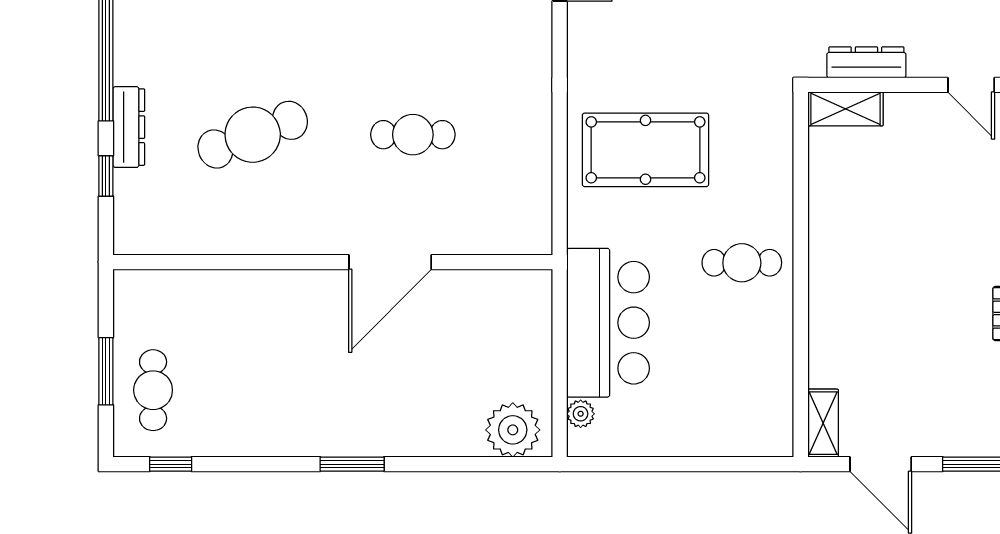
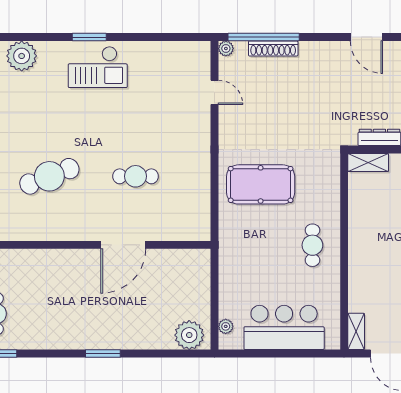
cafe table: (742, 263) -> (312, 245), turned 90
bar counter: (608, 323) -> (284, 327), moved, turned -90

